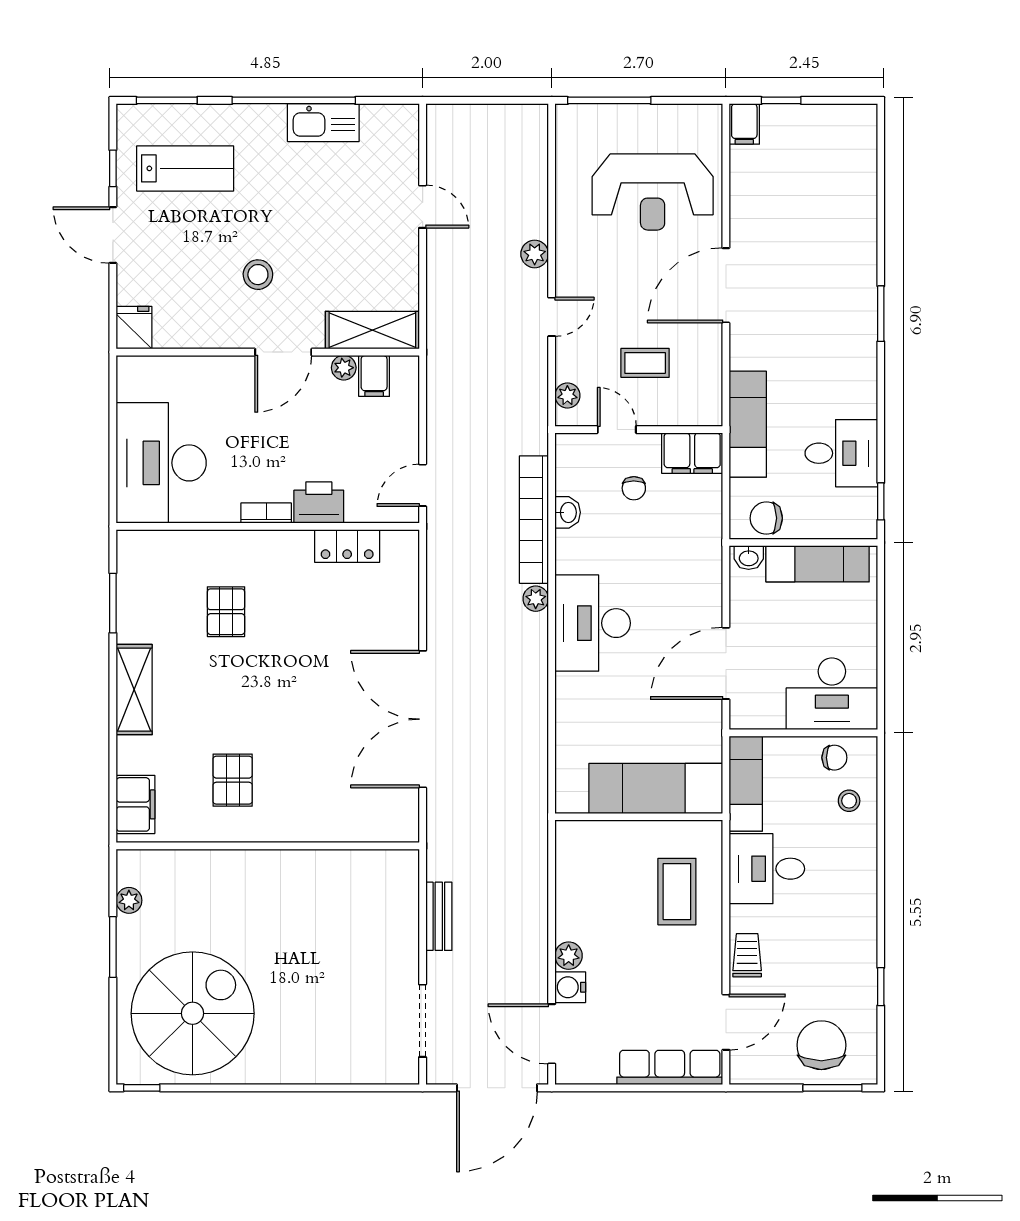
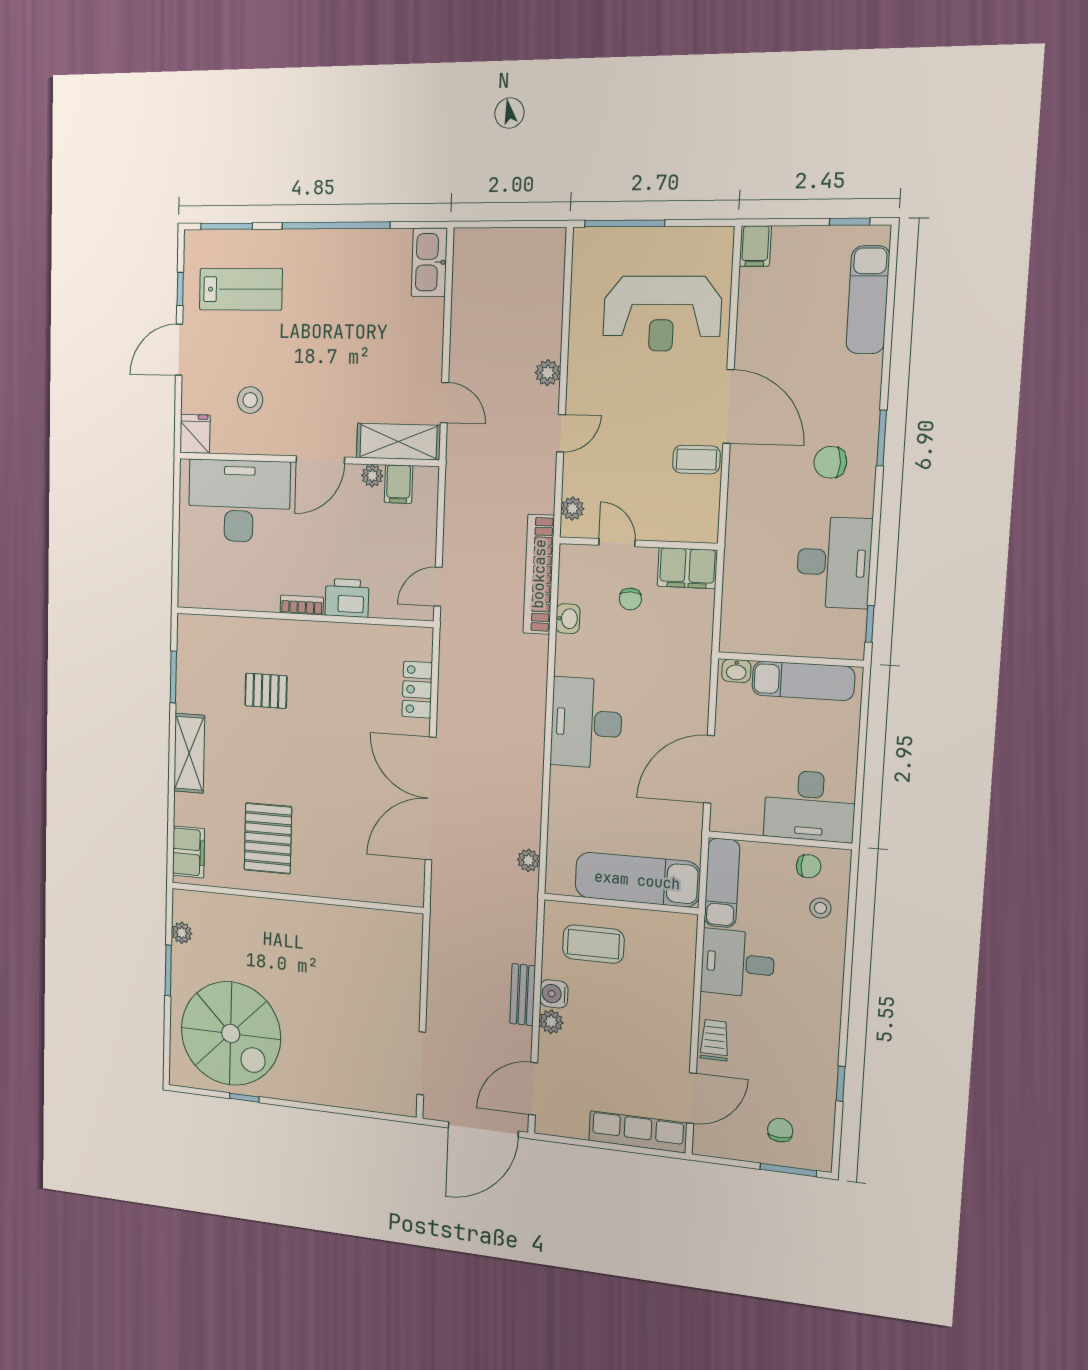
window: (781, 100) -> (850, 222), moved
kitchen sink: (323, 123) -> (429, 262), moved, turned 90
door: (423, 207) -> (444, 403), moved
door: (113, 235) -> (179, 350), hinge flipped
stool: (258, 275) -> (250, 400), moved
door: (726, 285) -> (728, 406), swing flipped
coffee table: (645, 363) -> (696, 460), moved
exam couch: (748, 424) -> (868, 300), moved, turned 180
desk: (841, 453) -> (834, 562), width x1.37
desk: (161, 463) -> (239, 501), moved, turned 90
chair: (766, 518) -> (830, 462), moved
bookcase: (534, 520) -> (539, 574), moved
locker: (347, 546) -> (417, 690), moved, turned 90
plant: (536, 599) -> (528, 860), moved
pallet: (226, 612) -> (266, 691), turned 90
pallet: (233, 780) -> (268, 838), width x1.50, depth x1.42
coffee table: (677, 892) -> (593, 944), moved, turned 90
bench: (439, 916) -> (523, 995), moved
water cooler: (570, 987) -> (554, 994), moved
spiral stairs: (193, 1013) -> (231, 1033), turned 90
door: (552, 1034) -> (533, 1089), hinge flipped
chair: (821, 1045) -> (780, 1130), width x0.54, depth x0.54
window: (142, 1088) -> (244, 1098), moved

